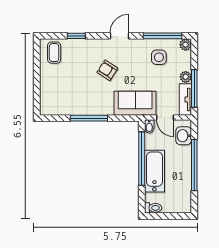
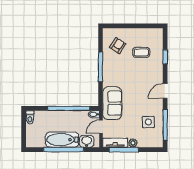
door: (120, 36) -> (165, 91), swing flipped
plant: (185, 45) -> (158, 143), removed
coffee table: (54, 53) -> (141, 52), moved
armchair: (107, 70) -> (118, 46), moved
bathtub: (154, 171) -> (62, 140), moved, turned 180

